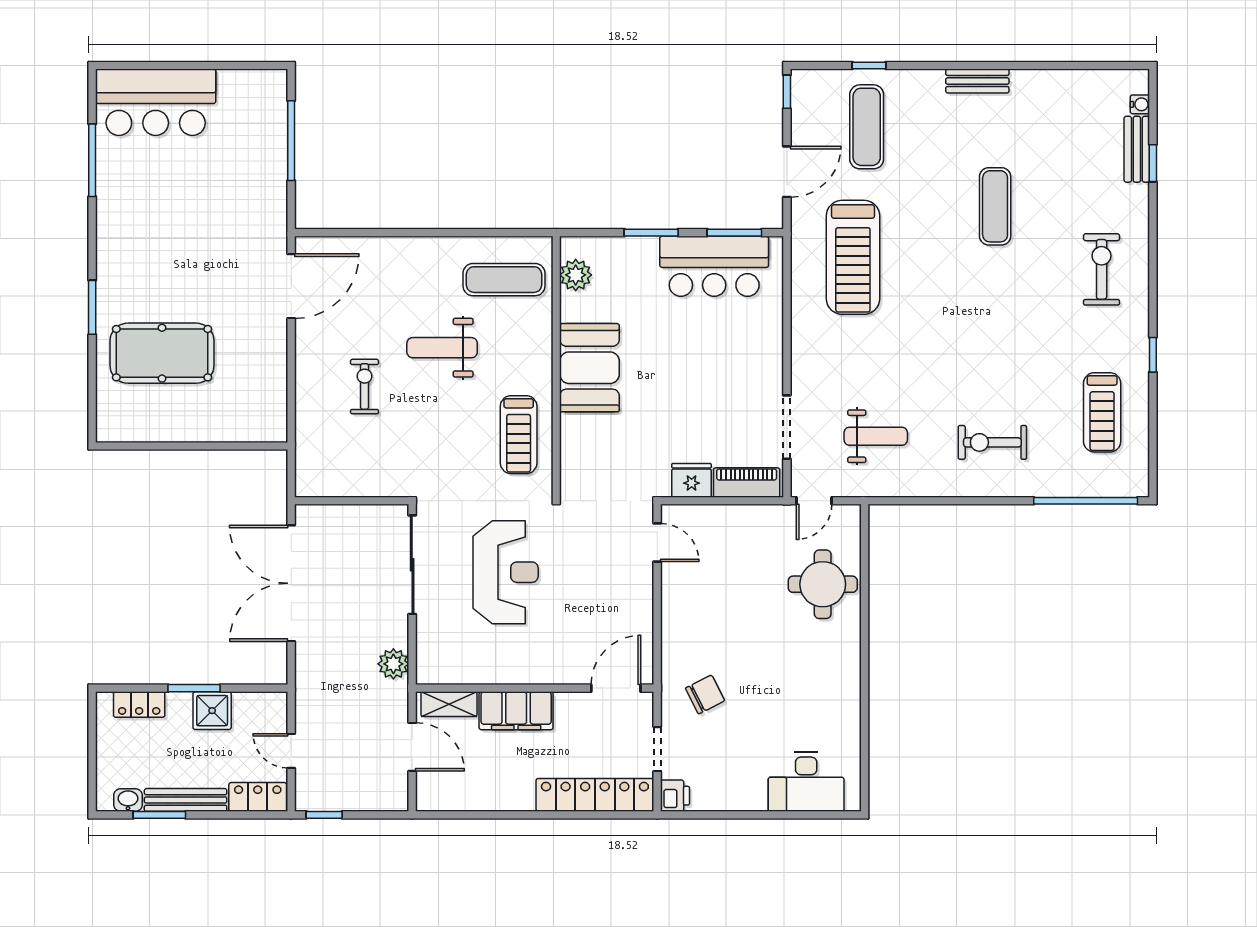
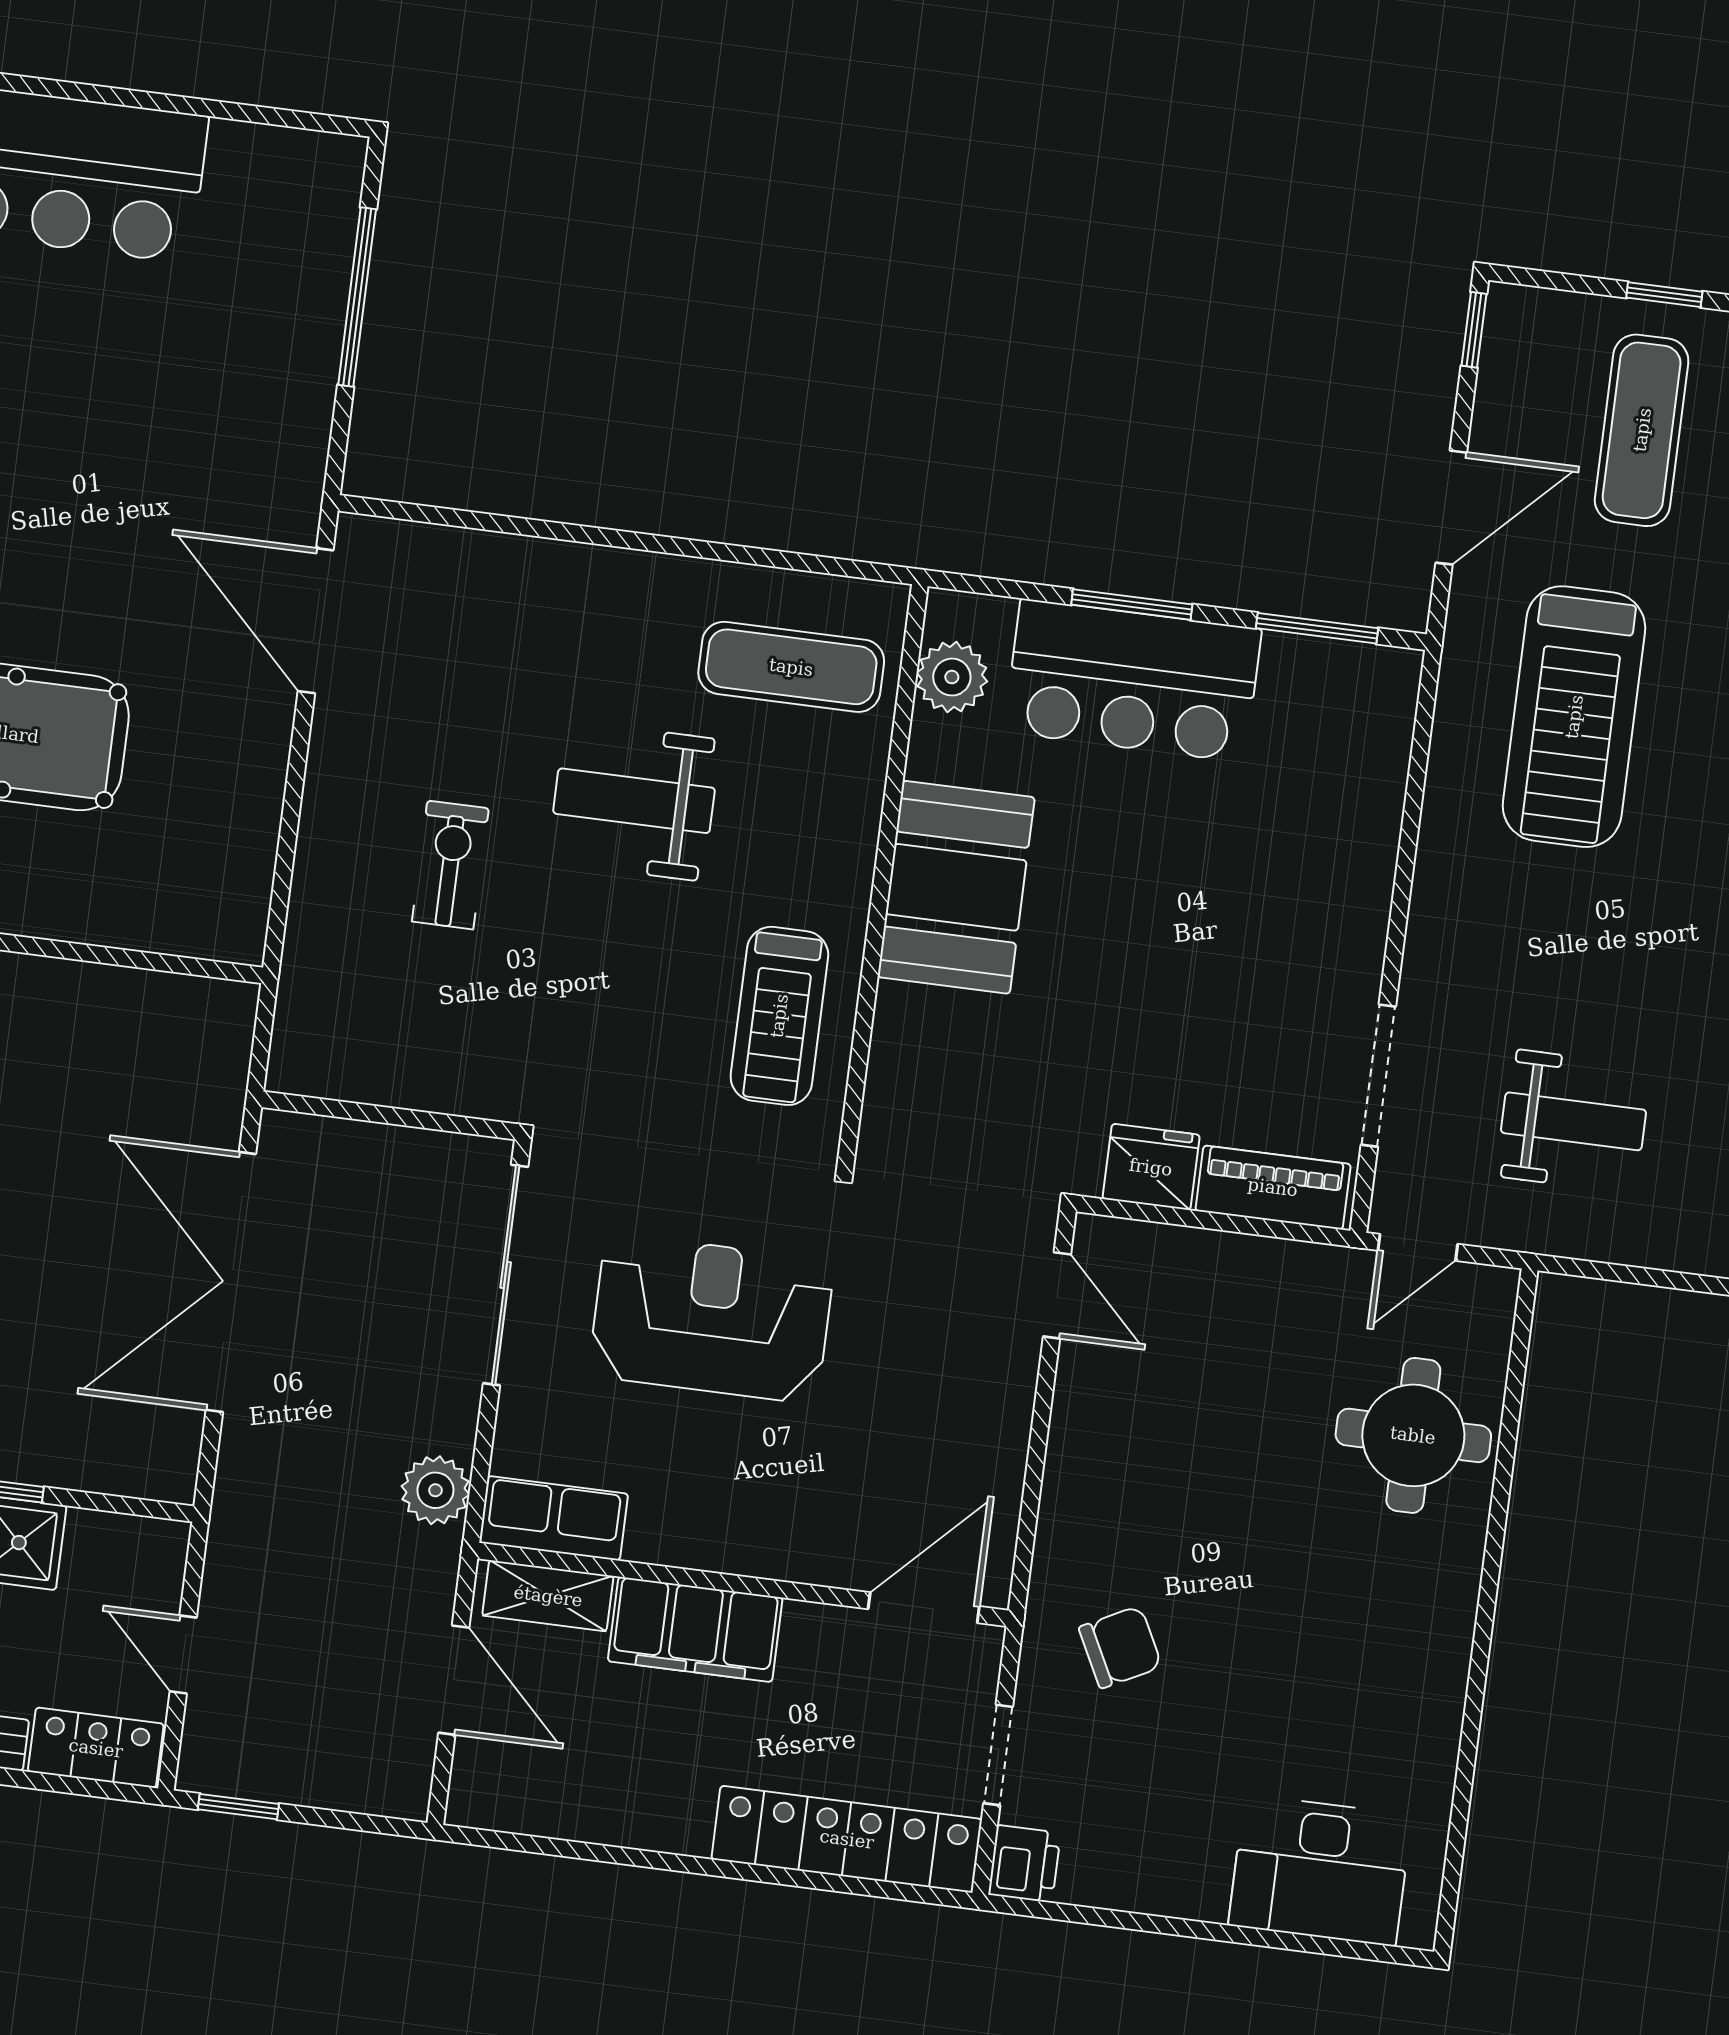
bar counter: (714, 266) -> (1133, 681), moved
door: (291, 286) -> (316, 621), swing flipped
reception desk: (506, 572) -> (711, 1318), turned -90
row of seats: (447, 670) -> (554, 1518), added

